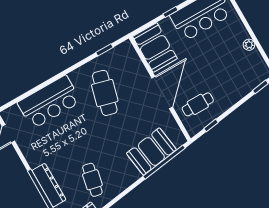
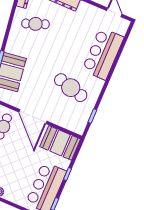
cafe table: (92, 180) -> (35, 24), turned -33

